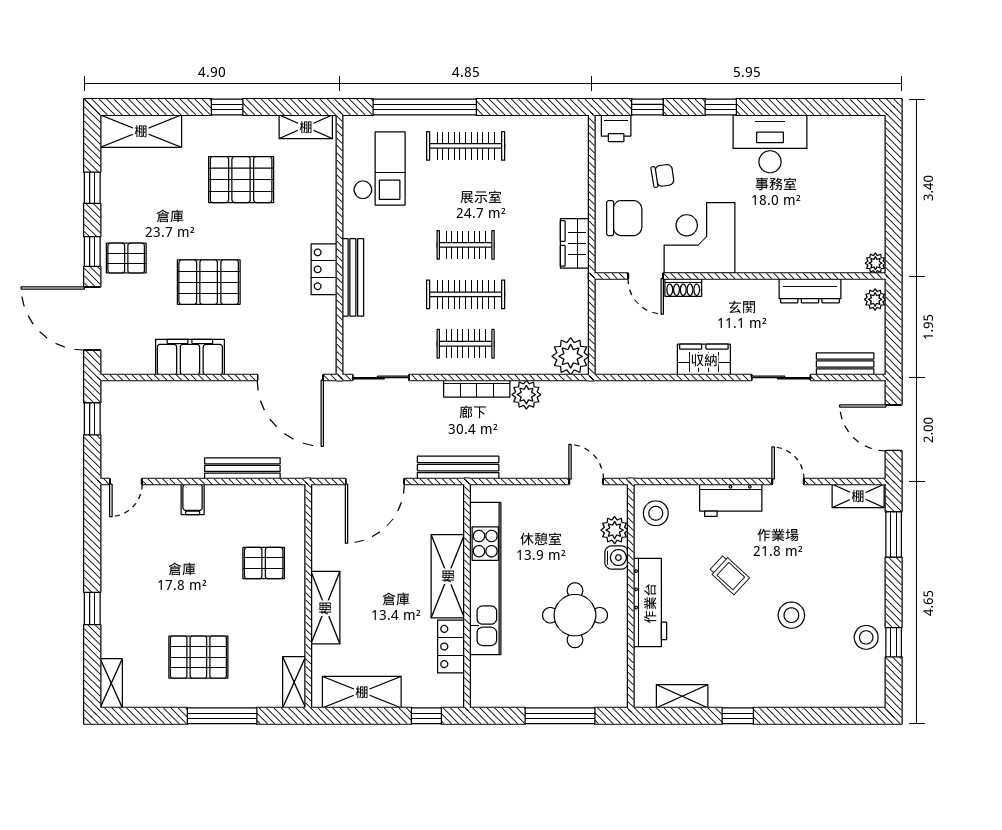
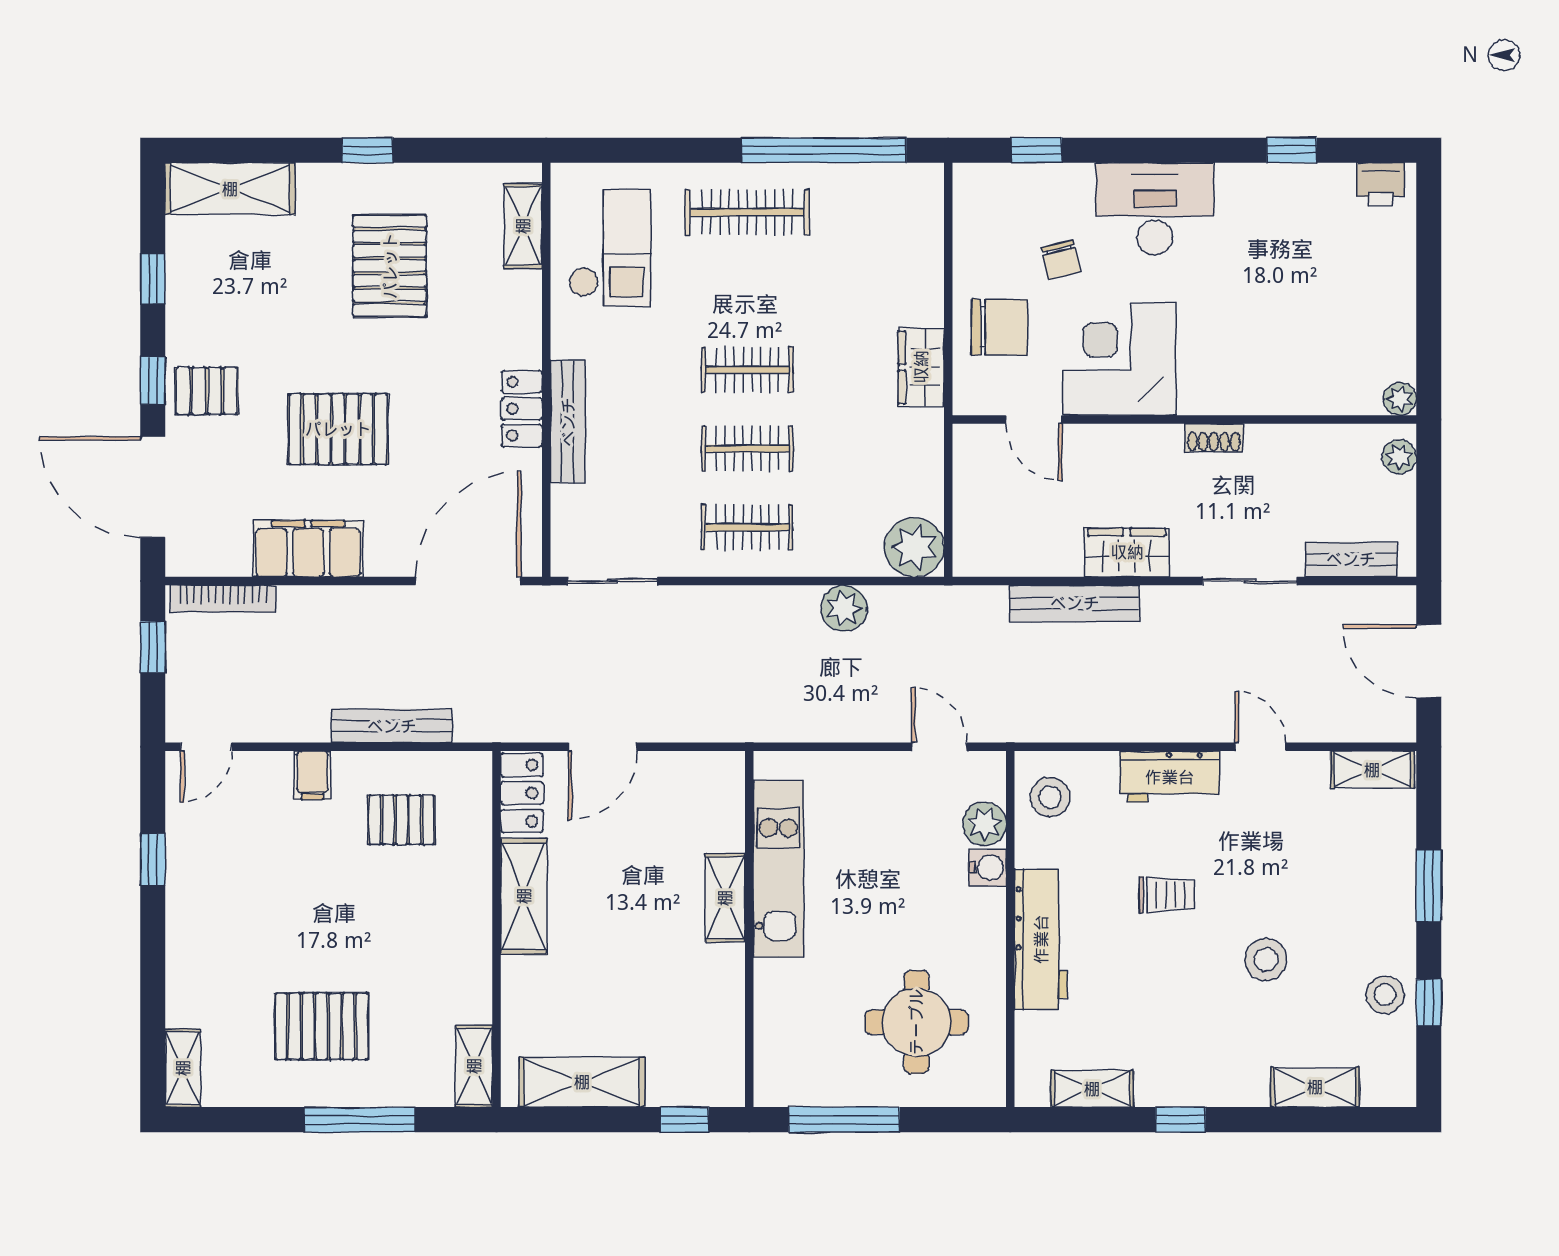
window: (425, 107) -> (824, 150), moved
window: (721, 107) -> (1292, 150), moved
shelving: (306, 127) -> (523, 226), moved, turned 90
printer: (616, 128) -> (1381, 184), moved
desk: (770, 144) -> (1155, 209), moved
chair: (663, 176) -> (1061, 260), turned 86
pallet: (241, 180) -> (390, 266), turned 90
shoe rack: (683, 288) -> (1214, 438), moved
dresser: (810, 291) -> (1296, 443), removed
clothes rail: (466, 294) -> (747, 449), width x0.73
door: (290, 378) -> (468, 581), swing flipped
bookcase: (477, 389) -> (223, 599), moved
bench: (458, 468) -> (1075, 603), moved
door: (375, 482) -> (603, 747), width x0.73
window: (894, 535) -> (1429, 886), moved
pallet: (264, 563) -> (402, 820), moved
trolley: (729, 575) -> (1167, 895), turned -43
shelving: (448, 576) -> (725, 898), width x0.67, depth x0.75
kitchen unit: (485, 579) -> (778, 869), width x0.73
window: (92, 608) -> (153, 859), moved
shelving: (325, 608) -> (524, 896), moved
round table: (575, 615) -> (916, 1022), moved
locker: (451, 646) -> (522, 793), moved, turned 180
shelving: (822, 695) -> (1315, 1087), added
window: (560, 716) -> (844, 1120), moved

